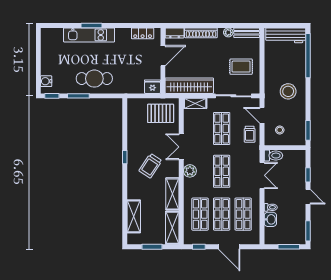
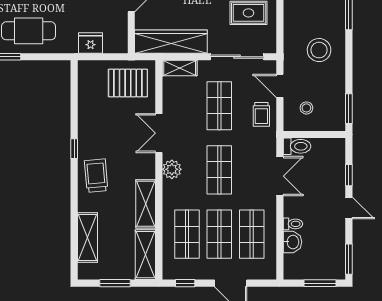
fridge: (153, 87) -> (91, 43), moved
trolley: (150, 166) -> (96, 176), moved, turned 141

